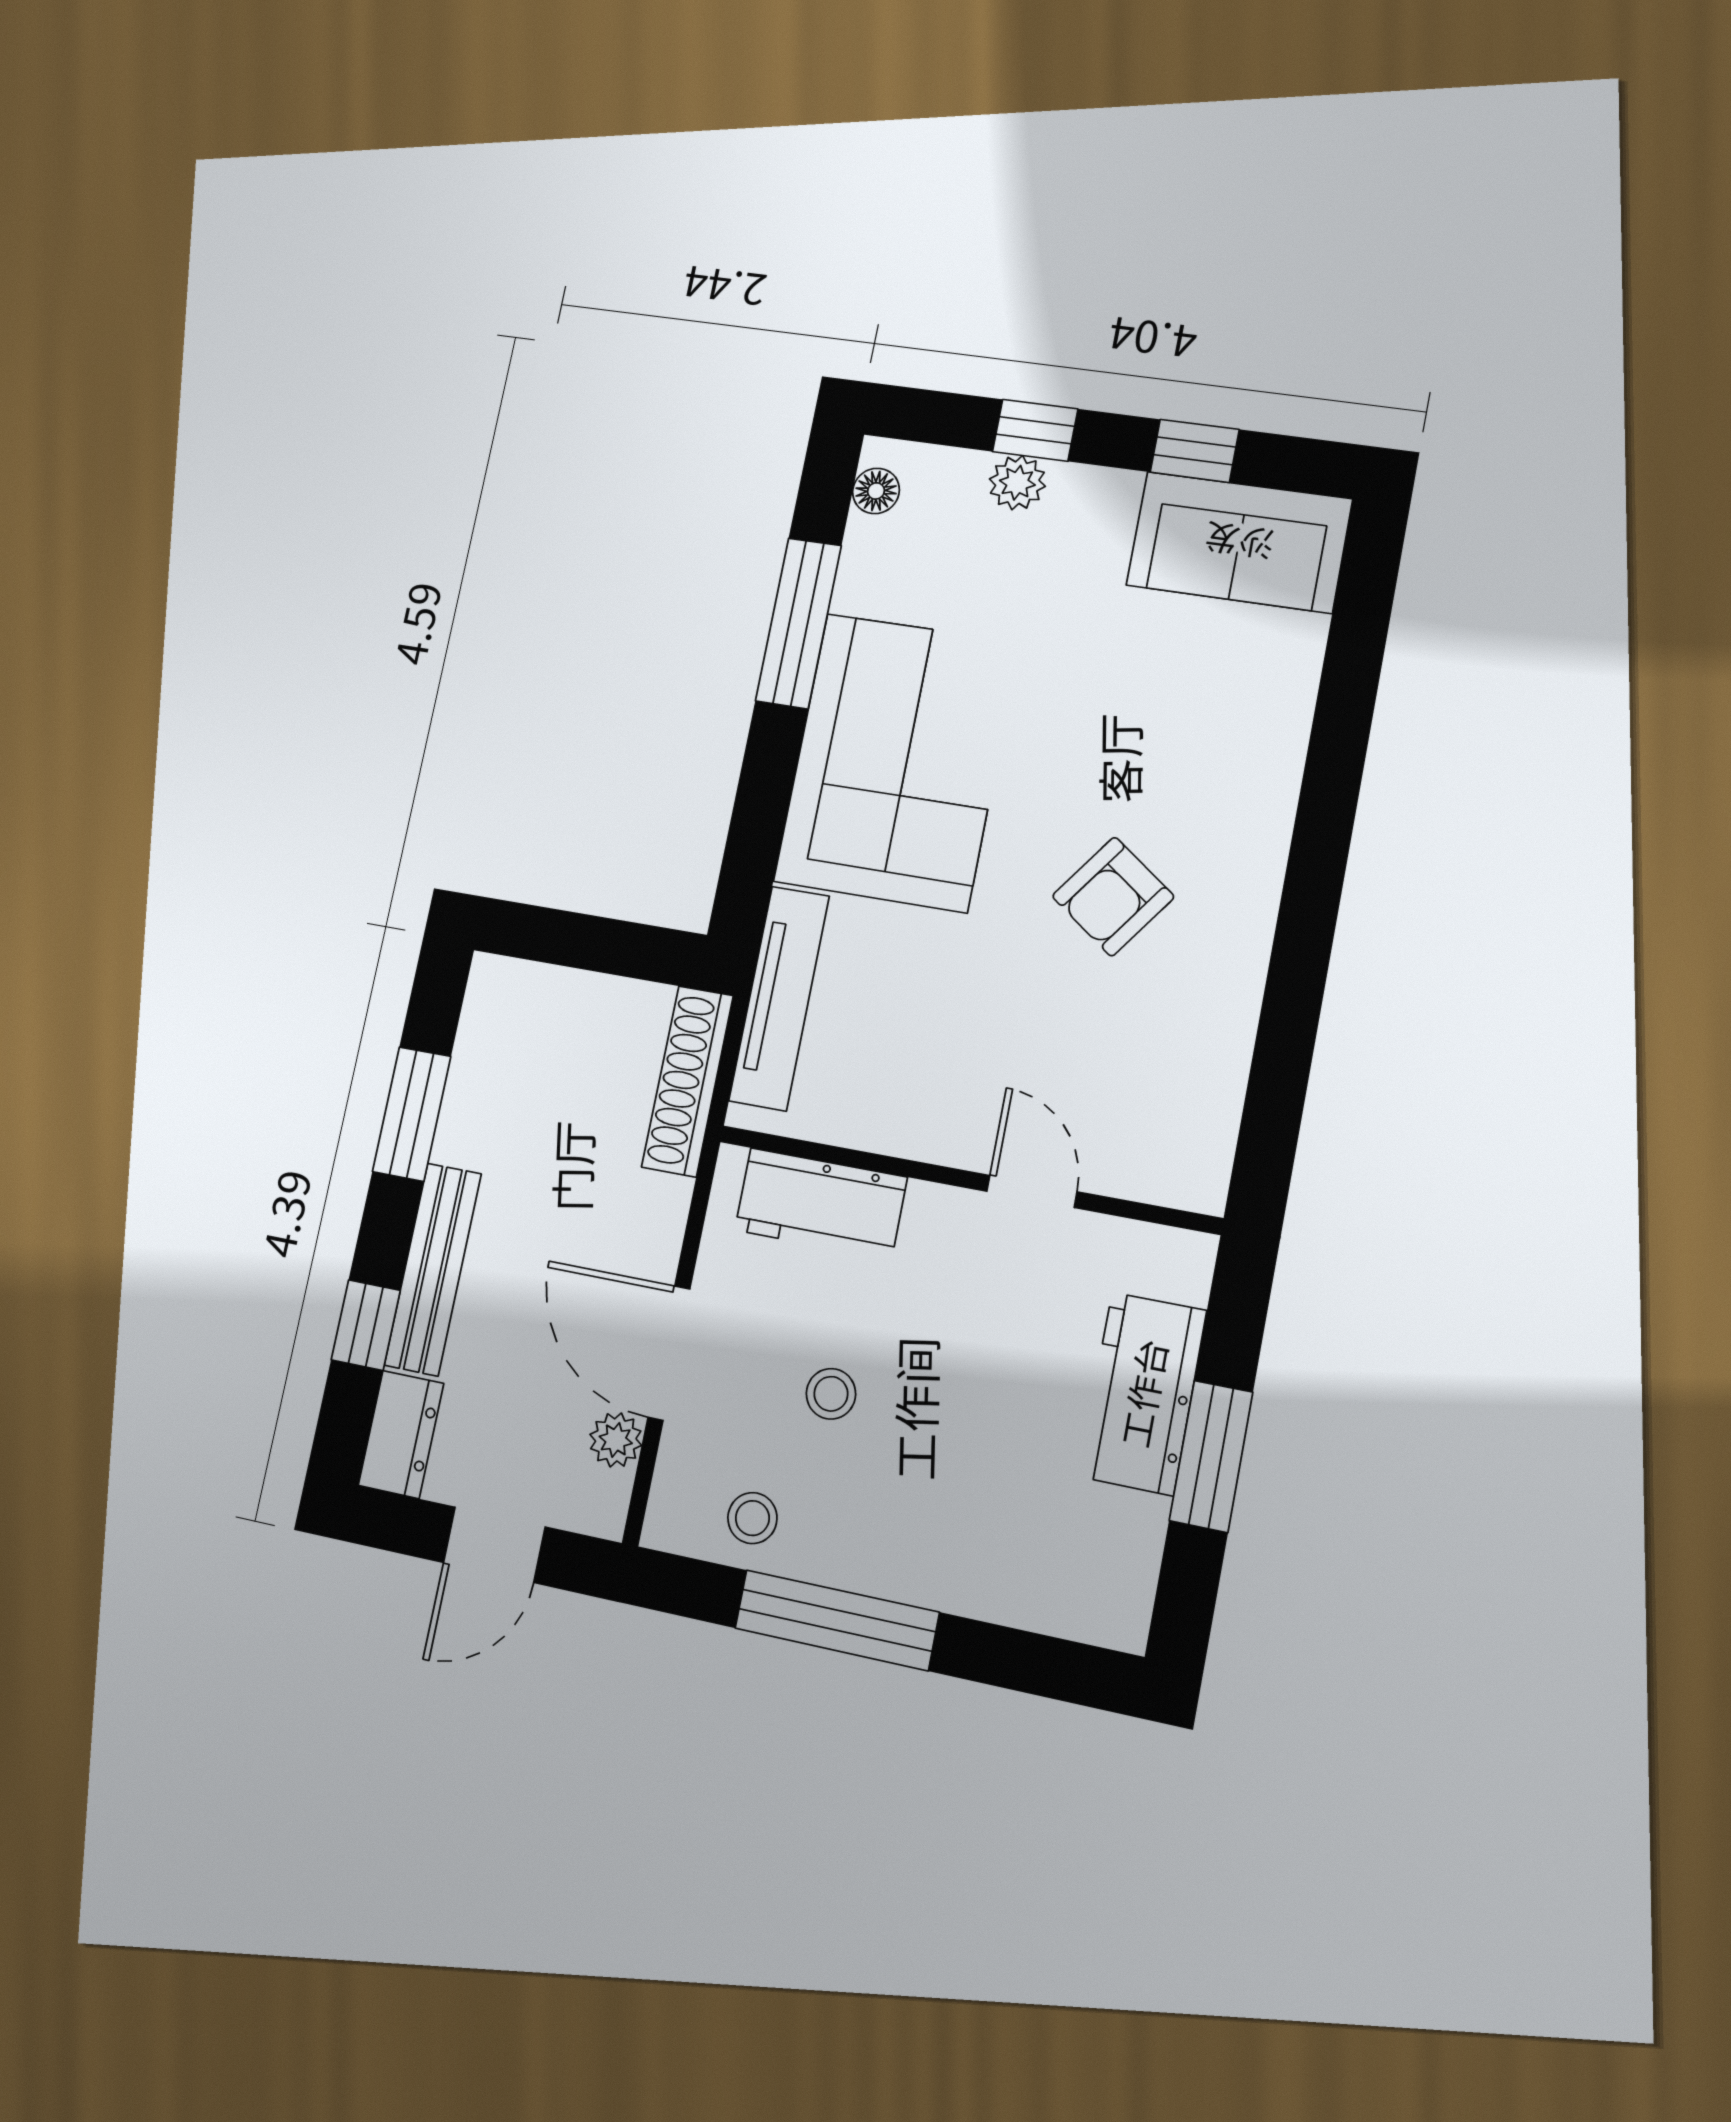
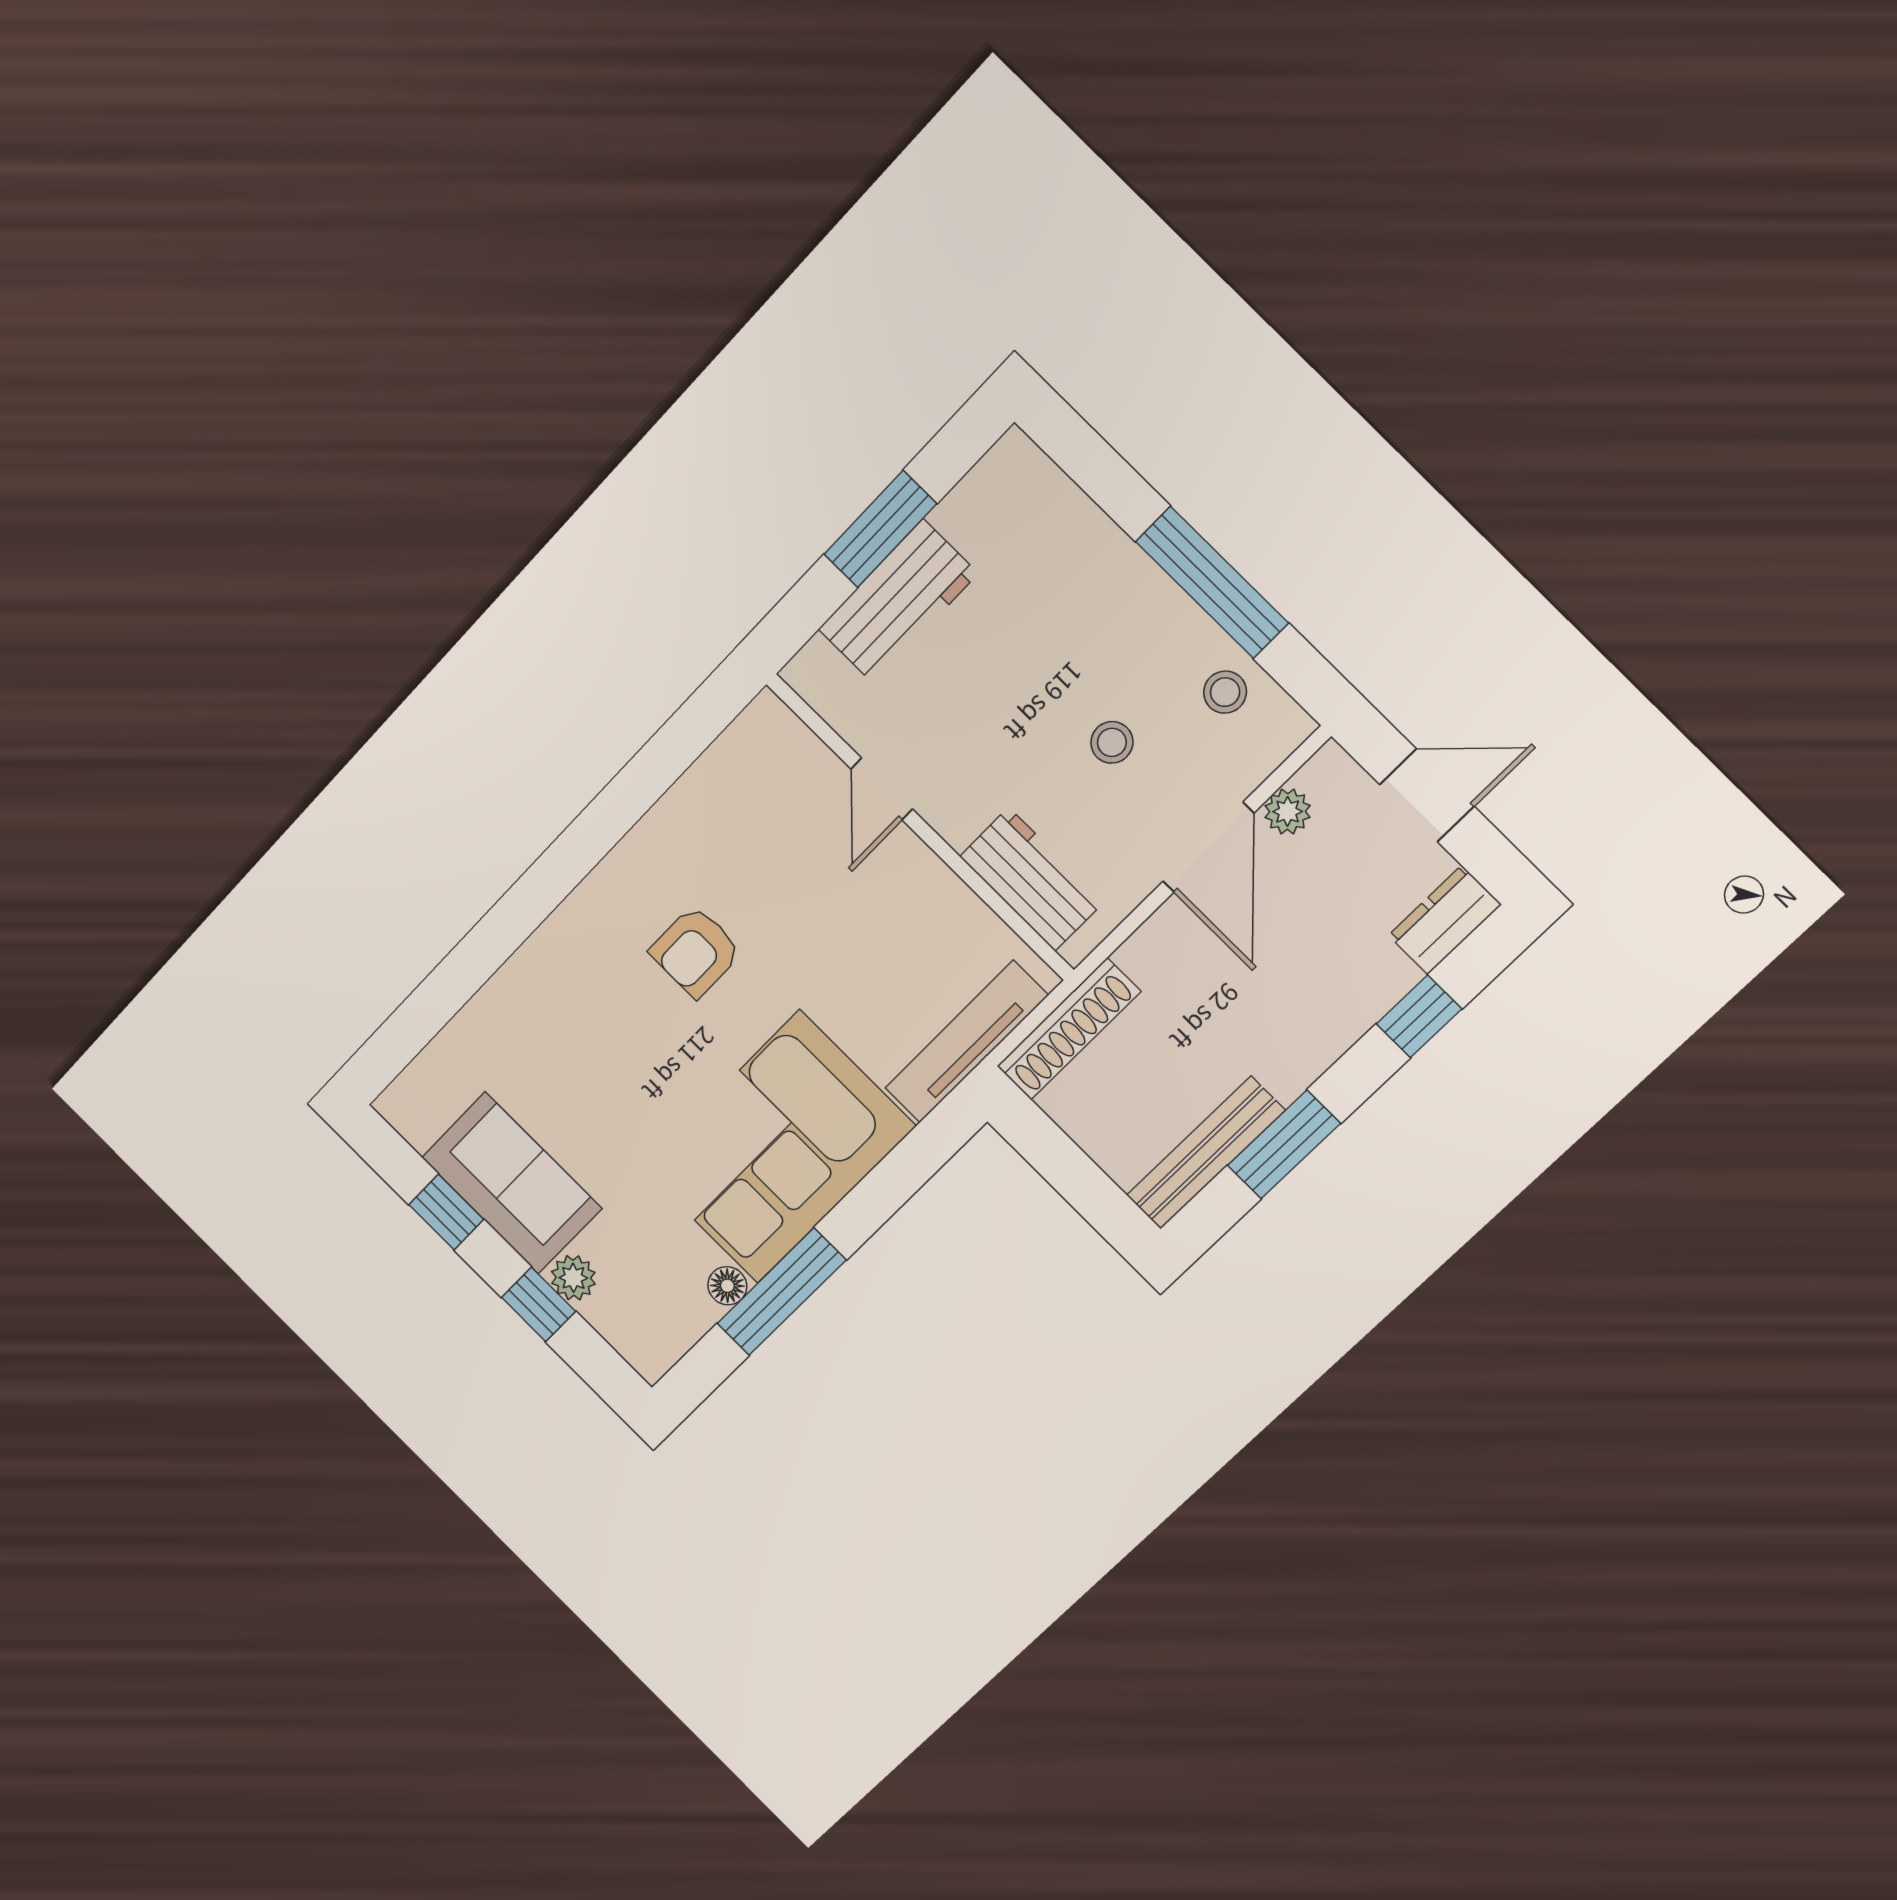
floor lamp: (876, 491) -> (727, 1286), moved
sofa: (1239, 542) -> (512, 1183), moved
armchair: (1113, 897) -> (696, 951), turned 144
bench: (433, 1269) -> (1206, 1153), moved

